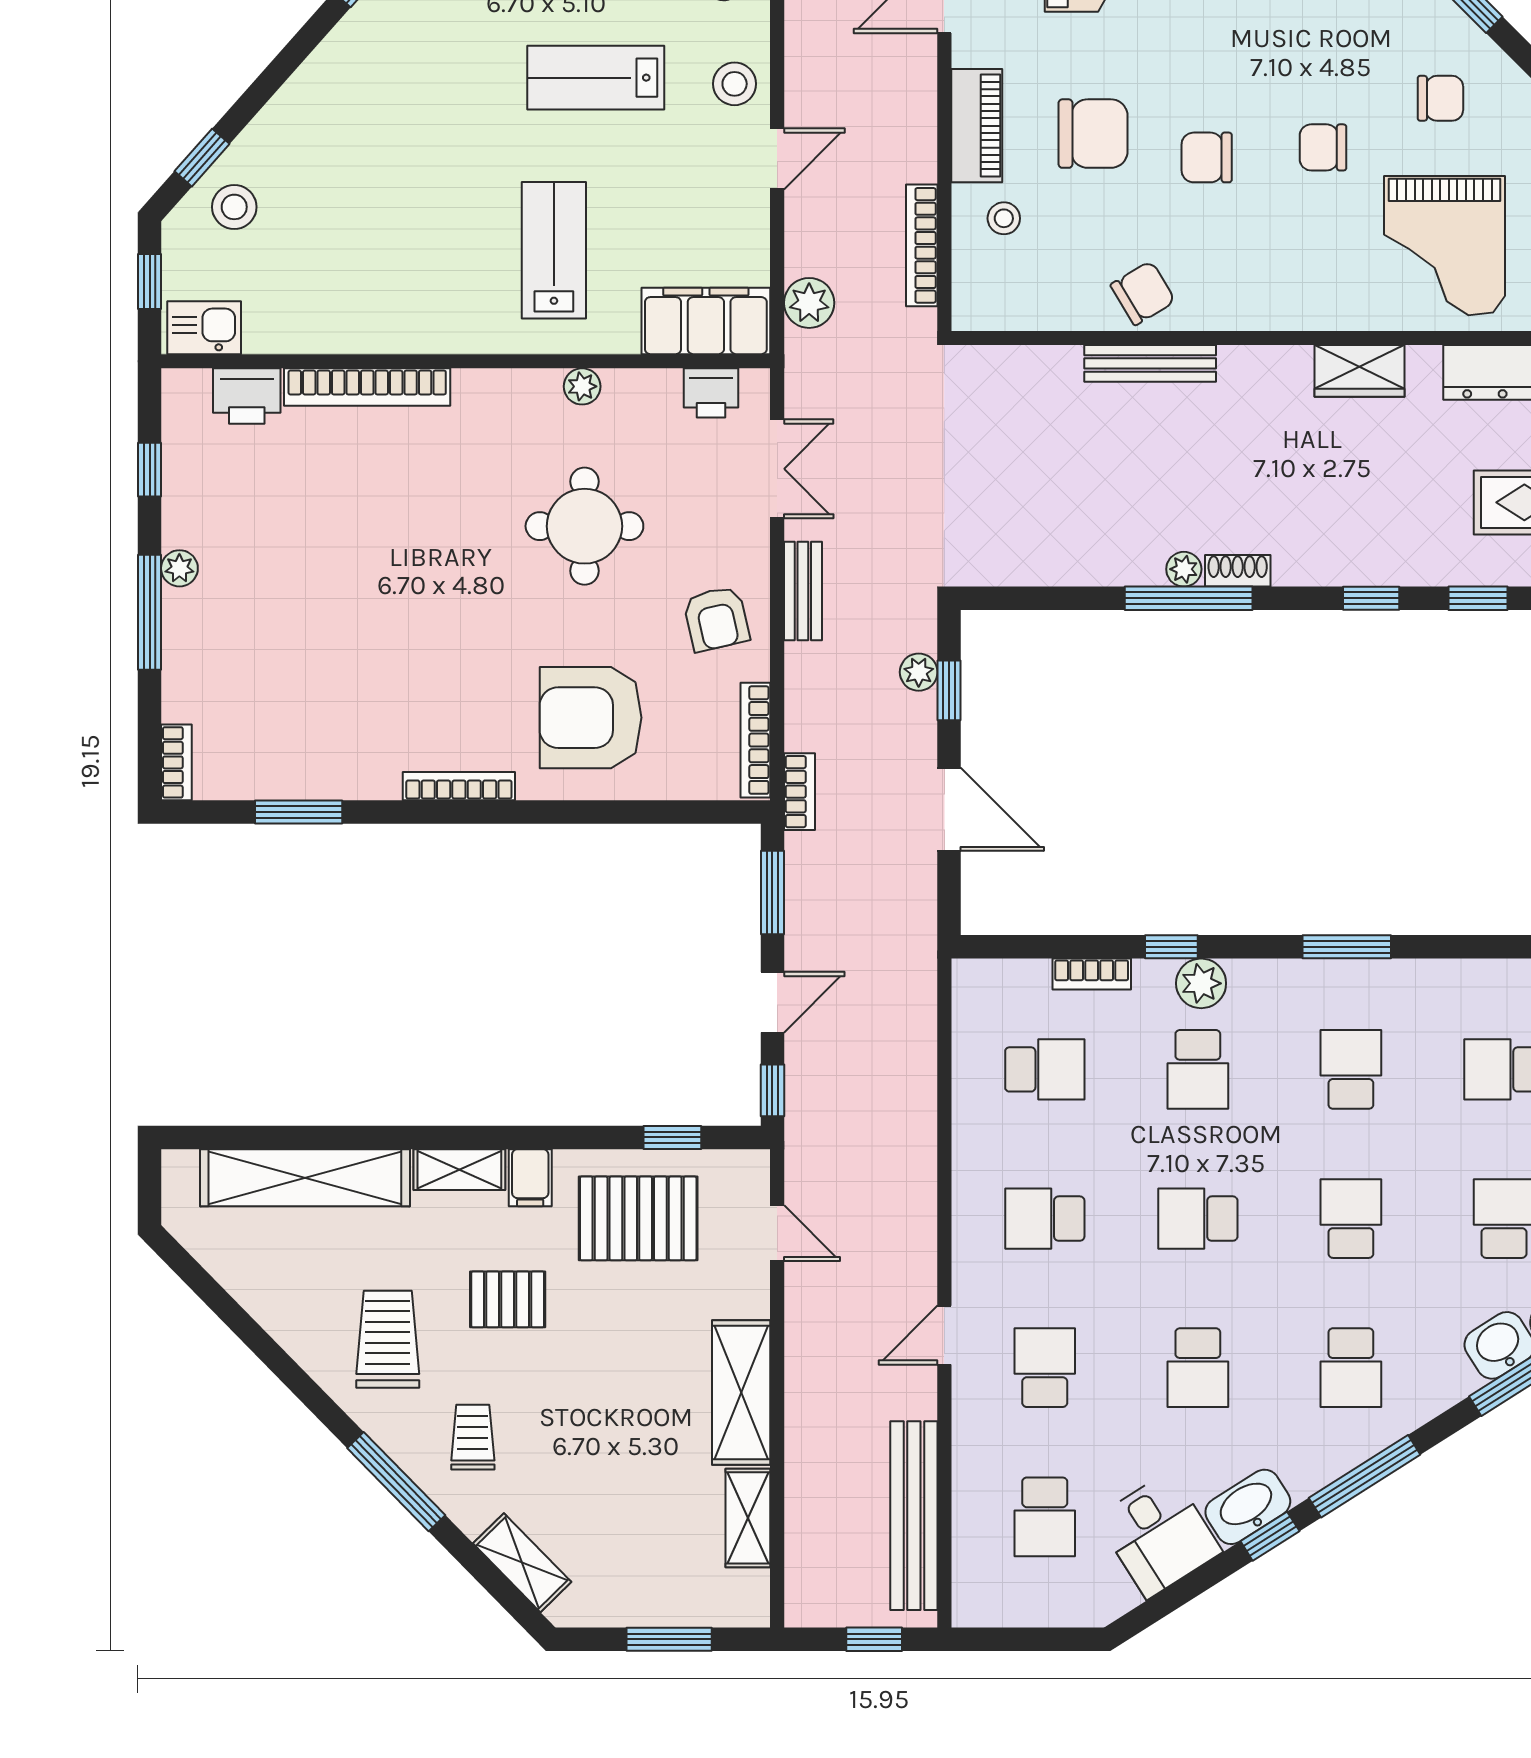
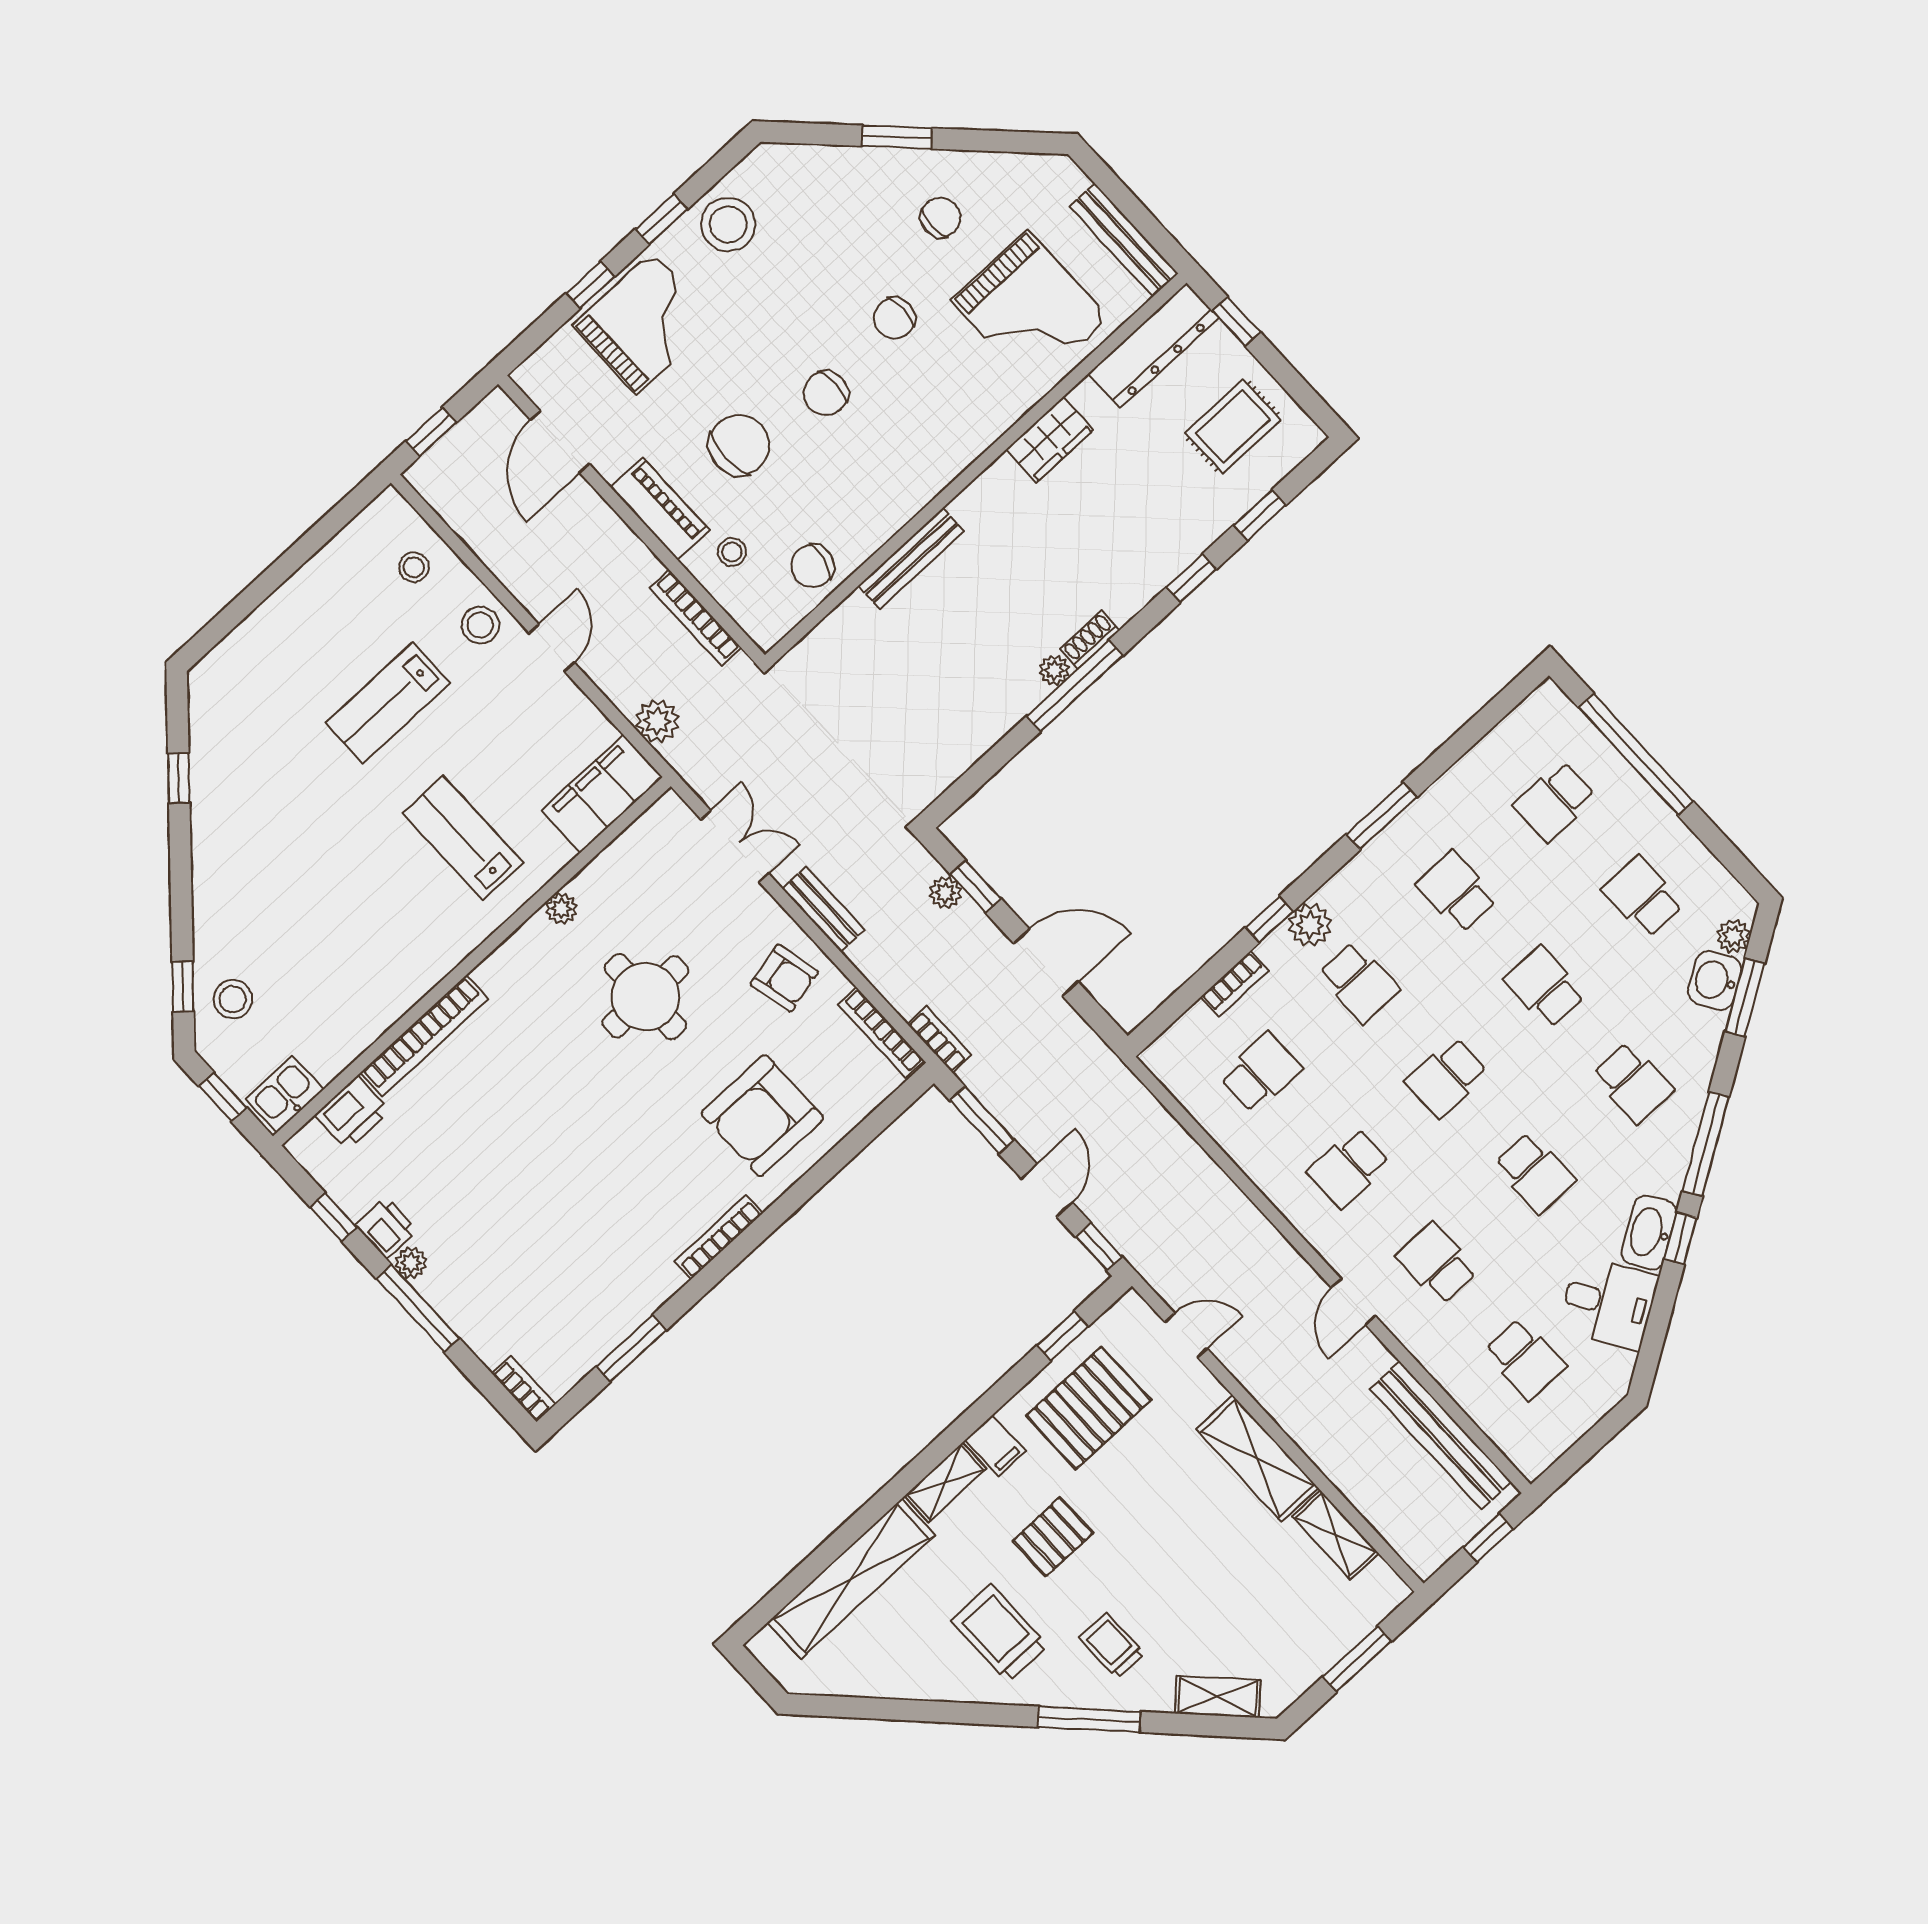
chair: (1143, 293) -> (813, 566), moved, turned -137
printer: (711, 393) -> (386, 1228), moved, turned -90

